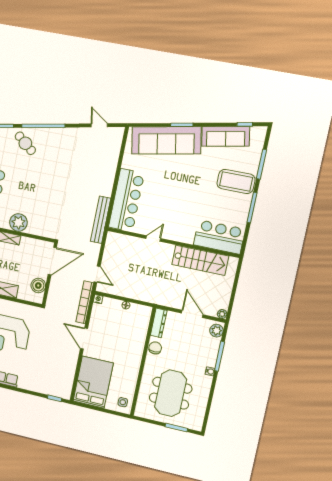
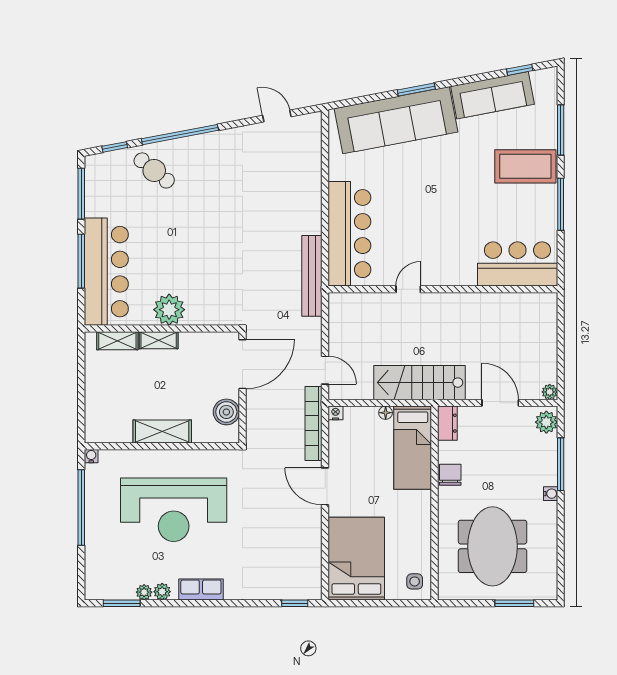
stairs: (200, 260) -> (419, 383), moved, turned 180
dresser: (159, 323) -> (447, 423), width x0.70
bed: (137, 328) -> (413, 448), added

